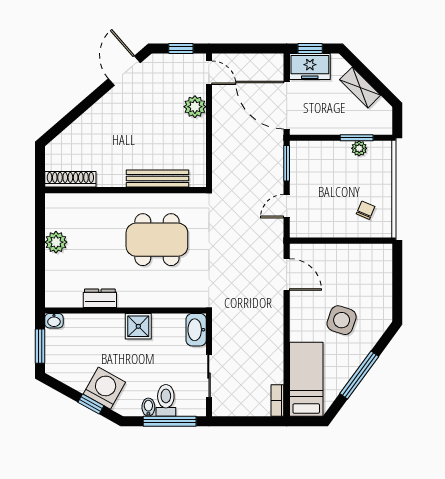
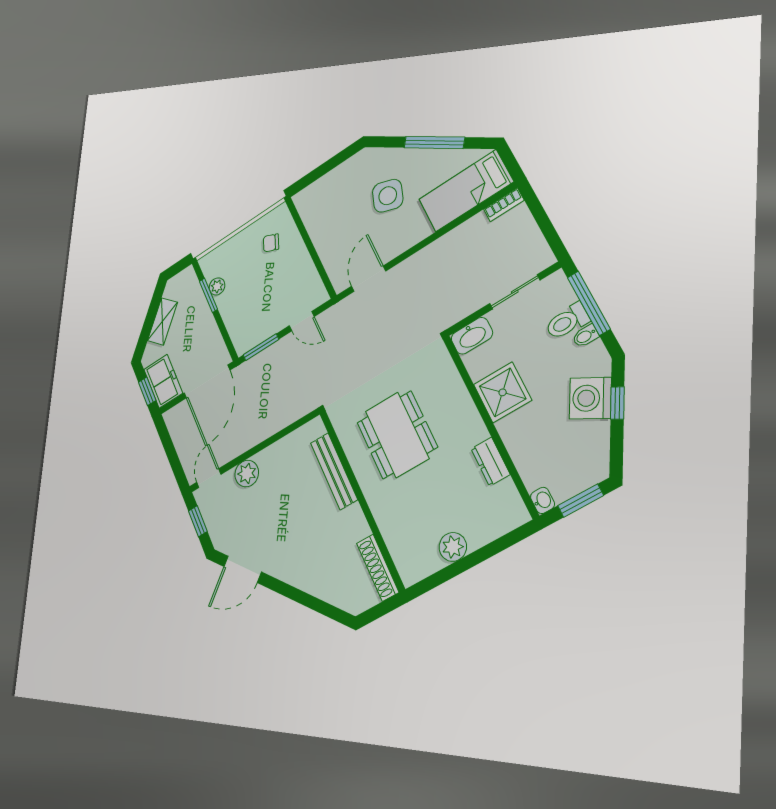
shower: (138, 326) -> (503, 392), width x1.36, depth x1.36

